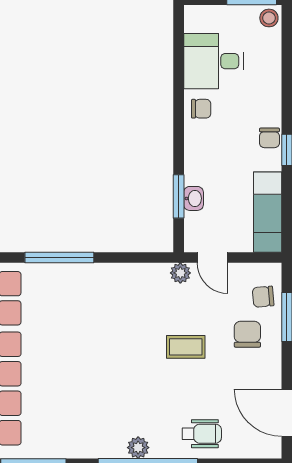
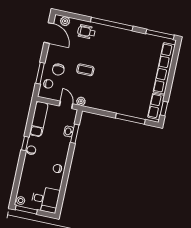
desk: (214, 61) -> (45, 199), moved
plant: (138, 448) -> (65, 21), moved

